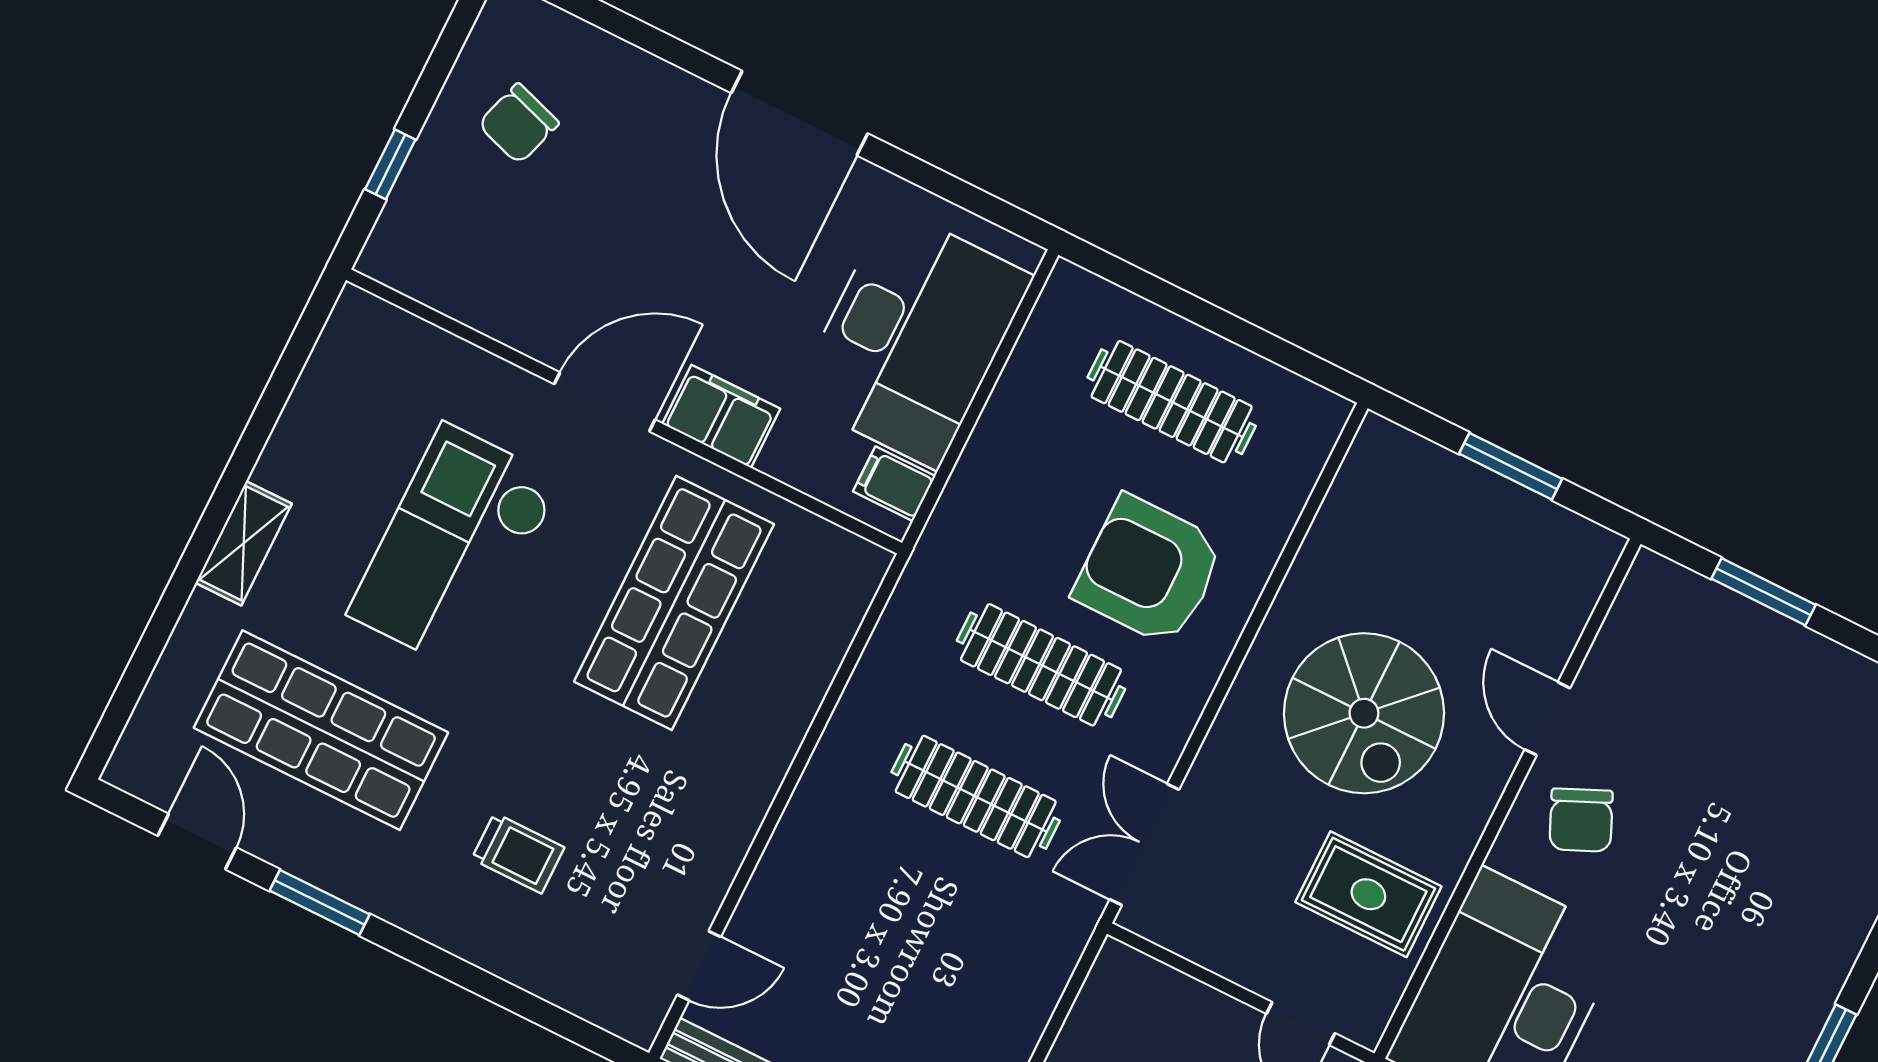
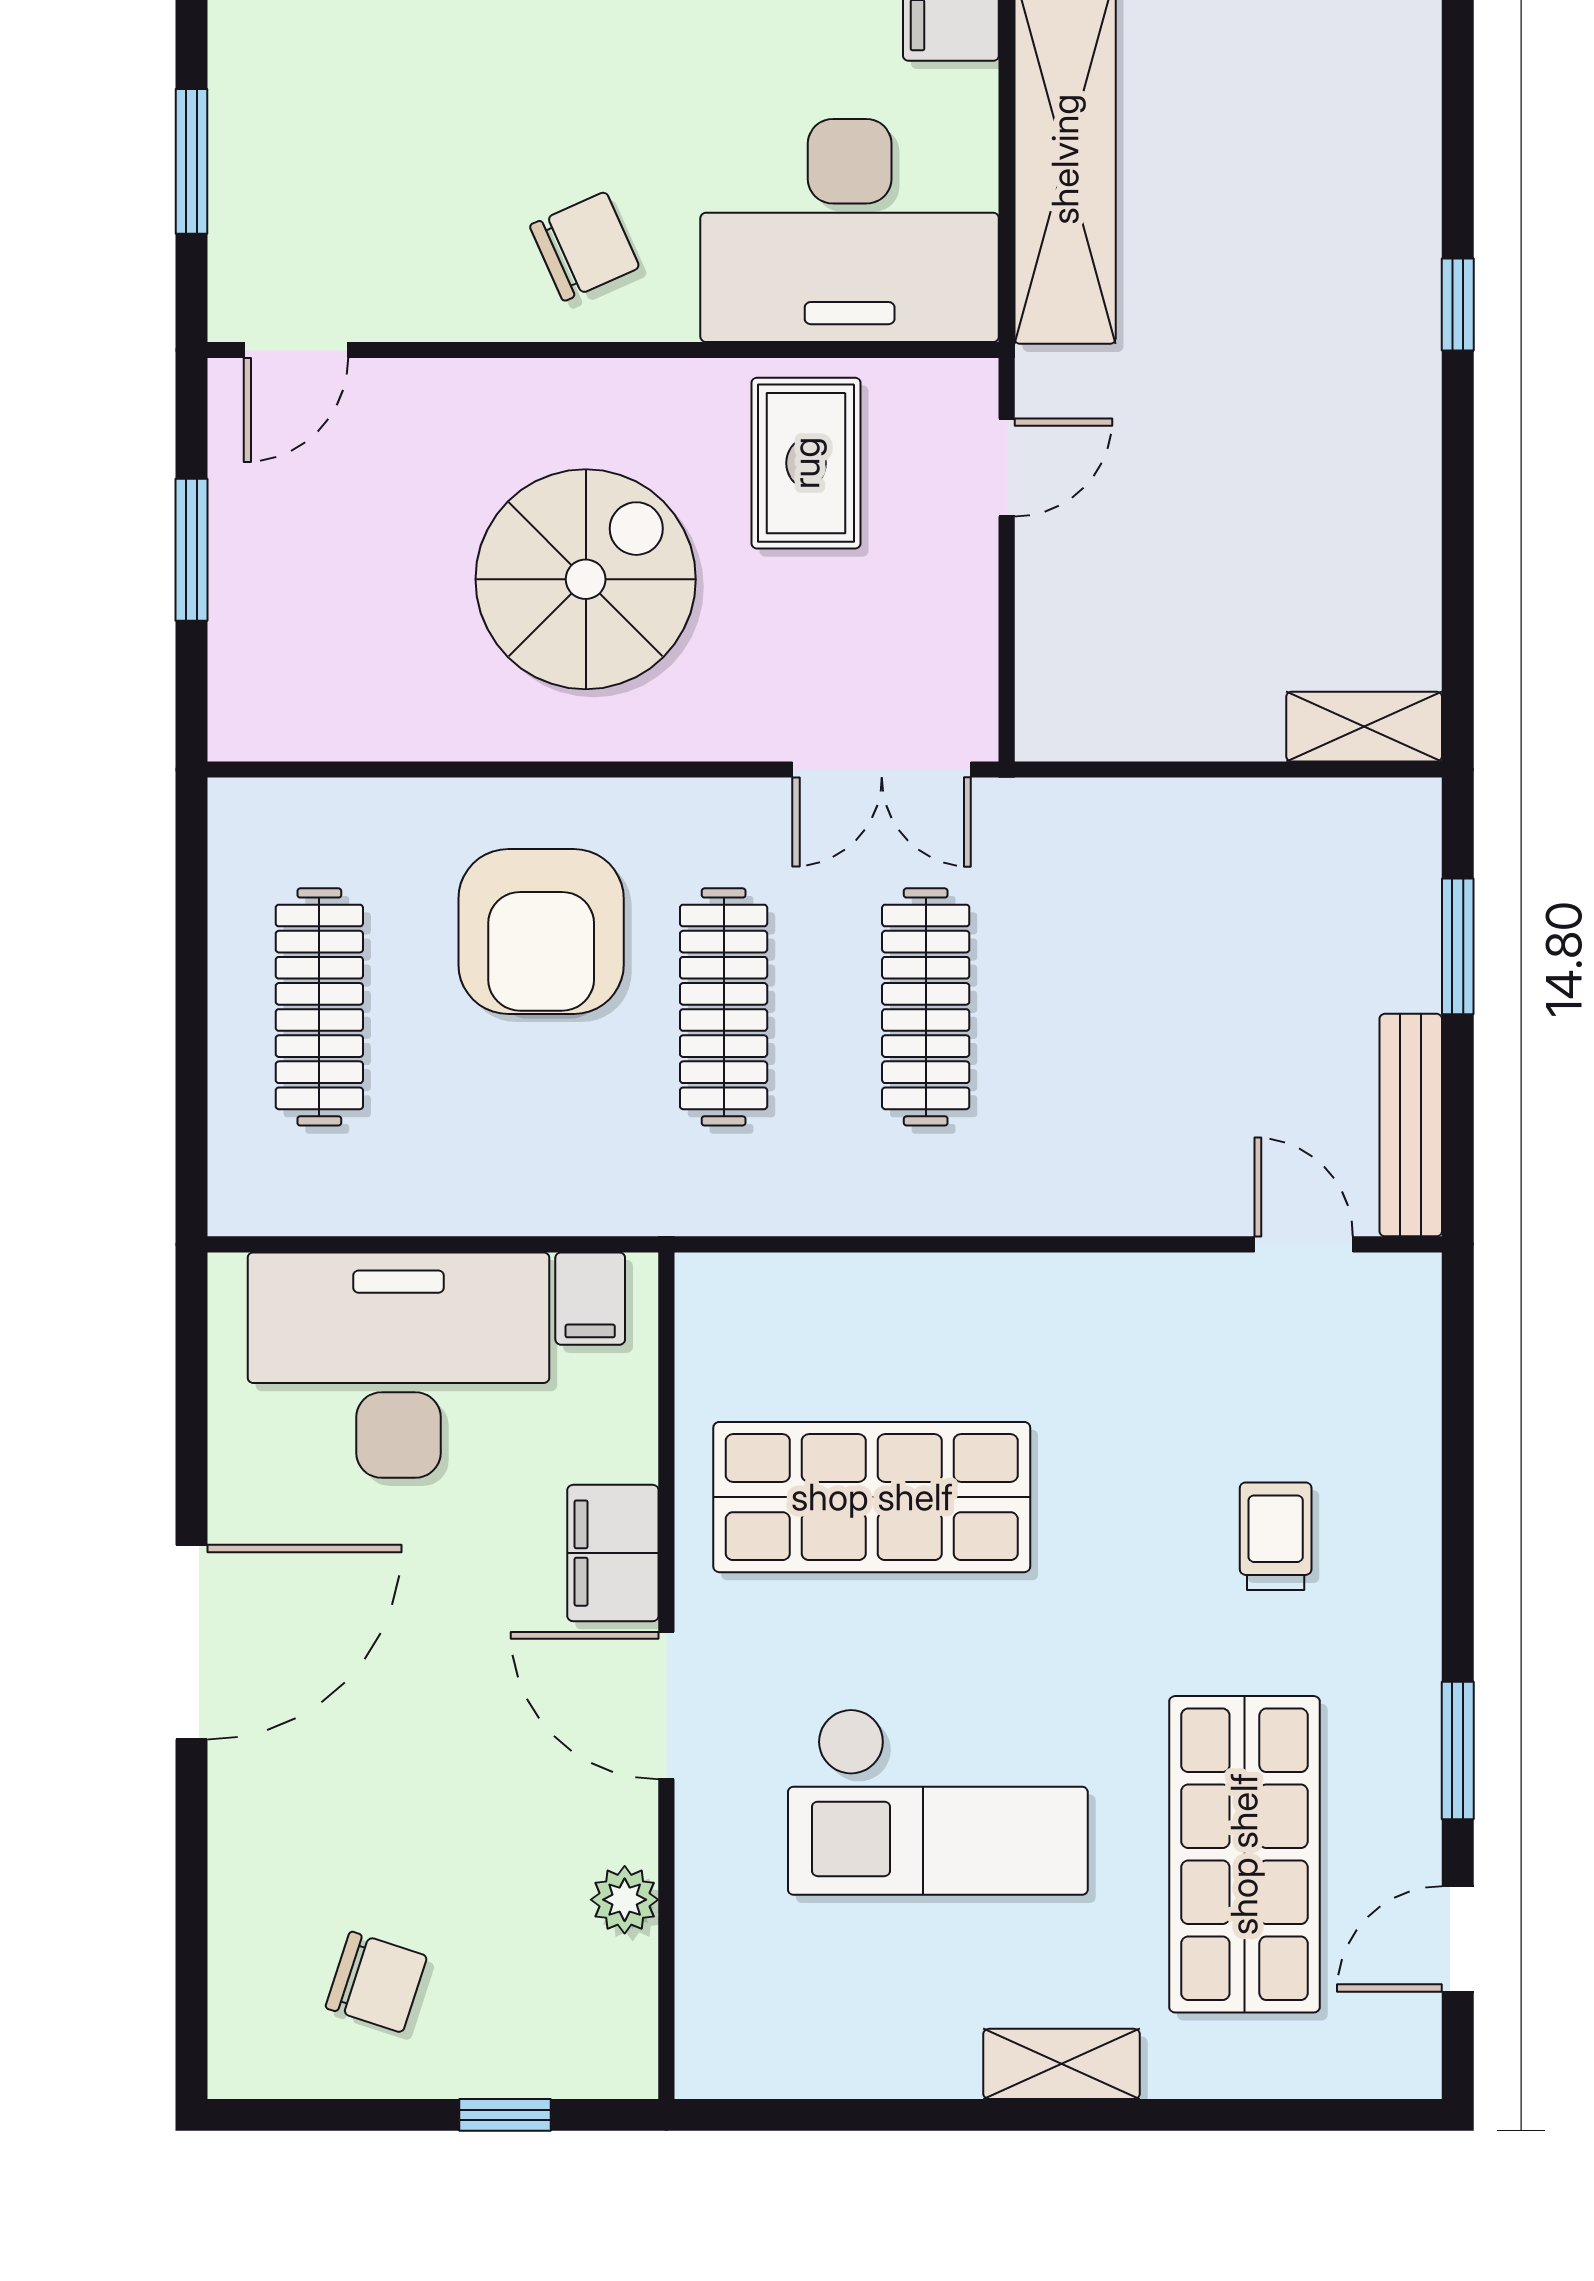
plant: (492, 312) -> (625, 1900), added
door: (1547, 719) -> (296, 350), moved

